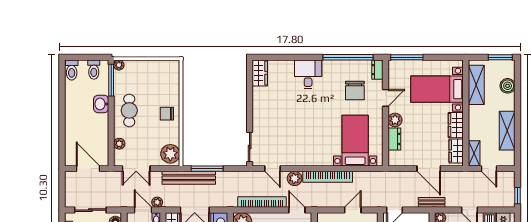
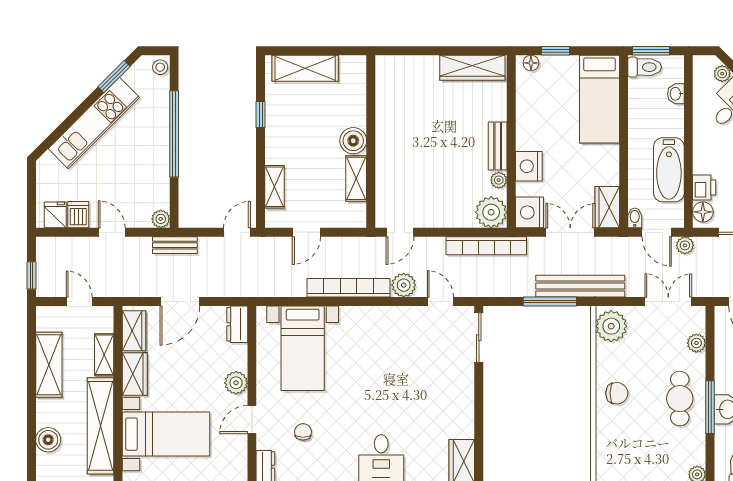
window: (111, 80) -> (710, 407), moved
shelving: (476, 85) -> (100, 426), width x1.47
chair: (355, 90) -> (303, 432), width x0.54, depth x0.54
dresser: (394, 139) -> (237, 324), moved
shelving: (474, 153) -> (104, 355), moved
door: (429, 169) -> (180, 301), swing flipped
window: (518, 196) -> (32, 275), moved
plant: (157, 202) -> (685, 245), moved
bookcase: (262, 202) -> (486, 246), moved
door: (297, 210) -> (400, 232), hinge flipped

